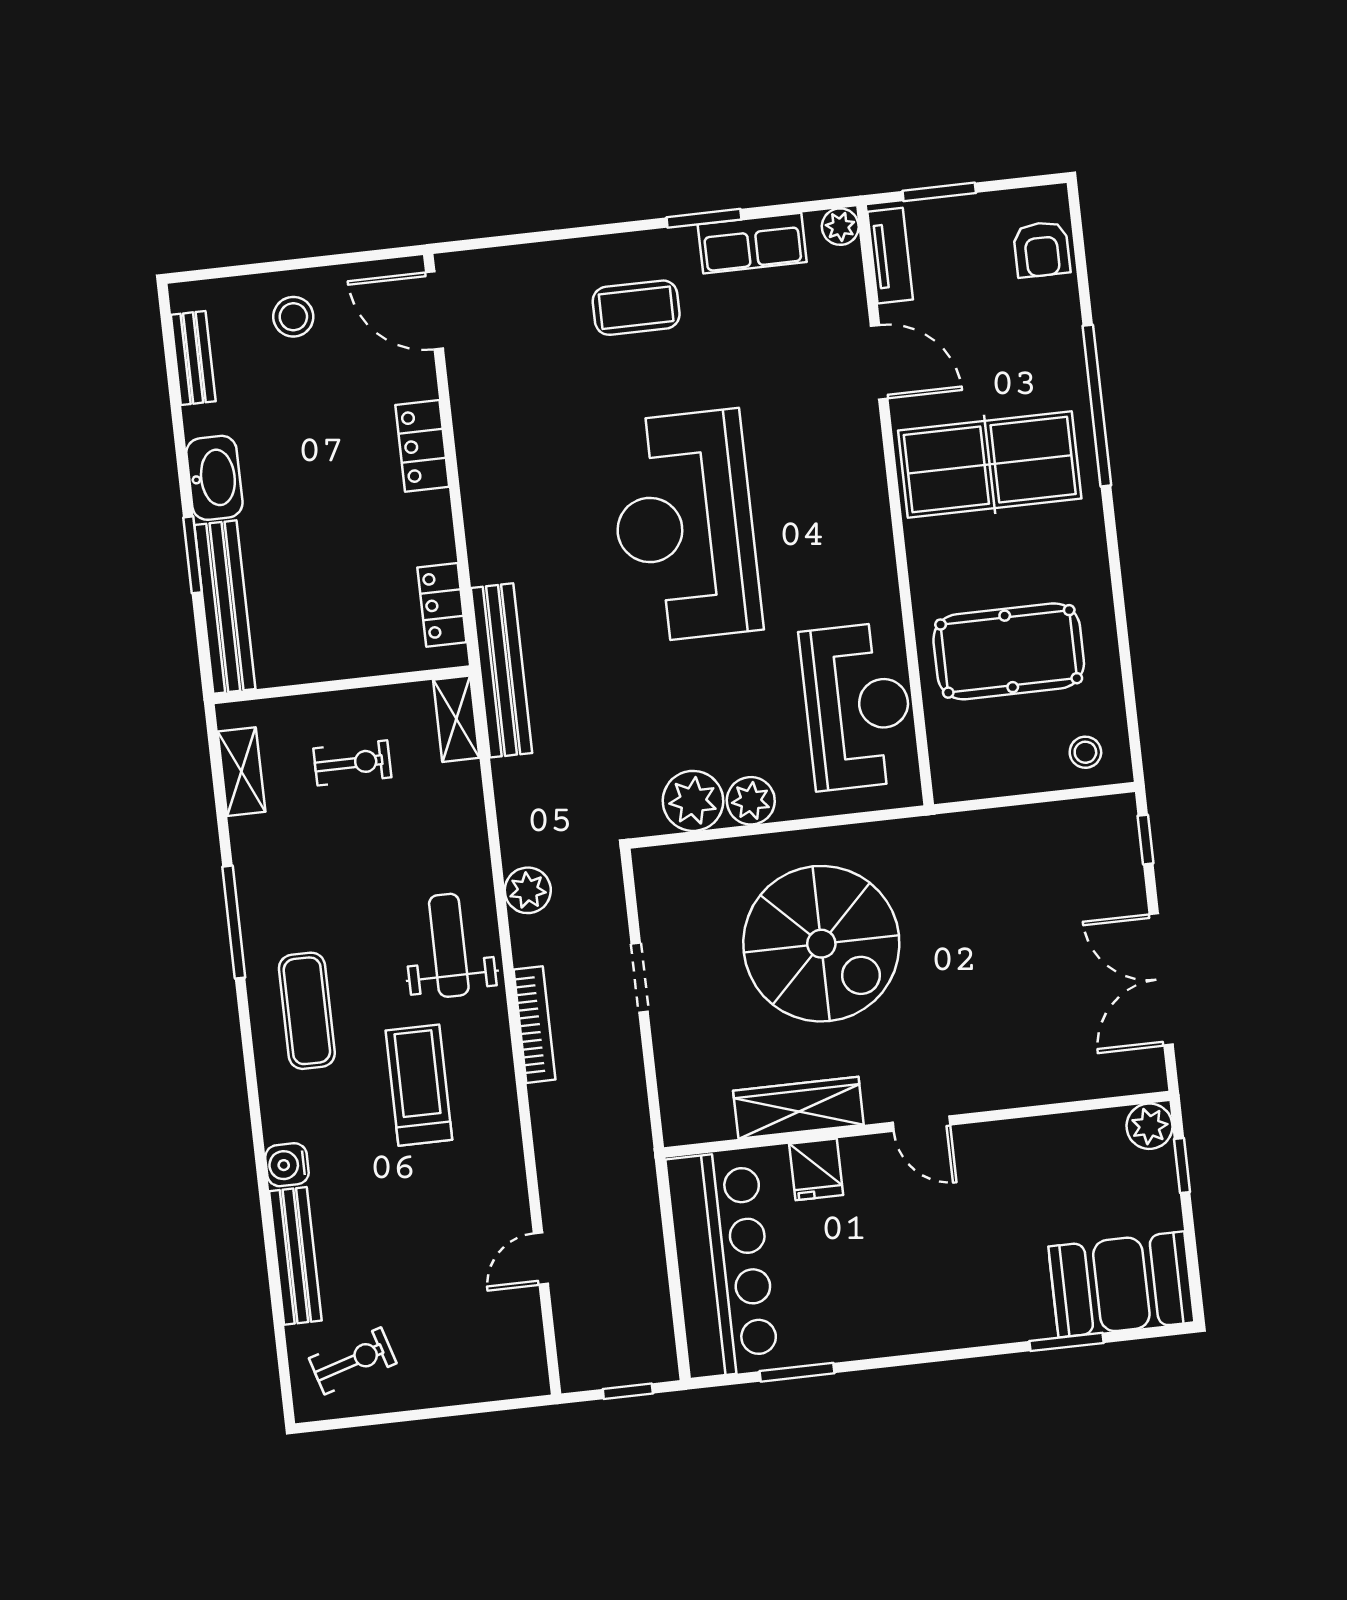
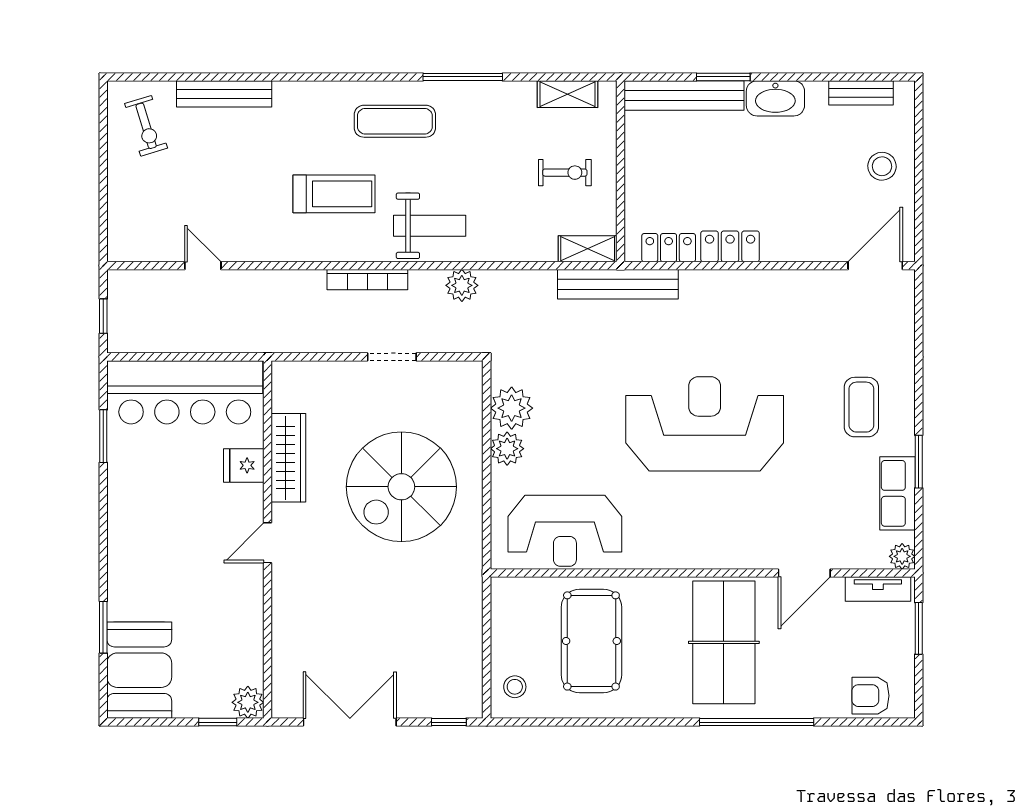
locker: (422, 446) -> (730, 246), moved
exercise bike: (352, 763) -> (565, 173), turned -90
water cooler: (287, 1165) -> (289, 95), removed

